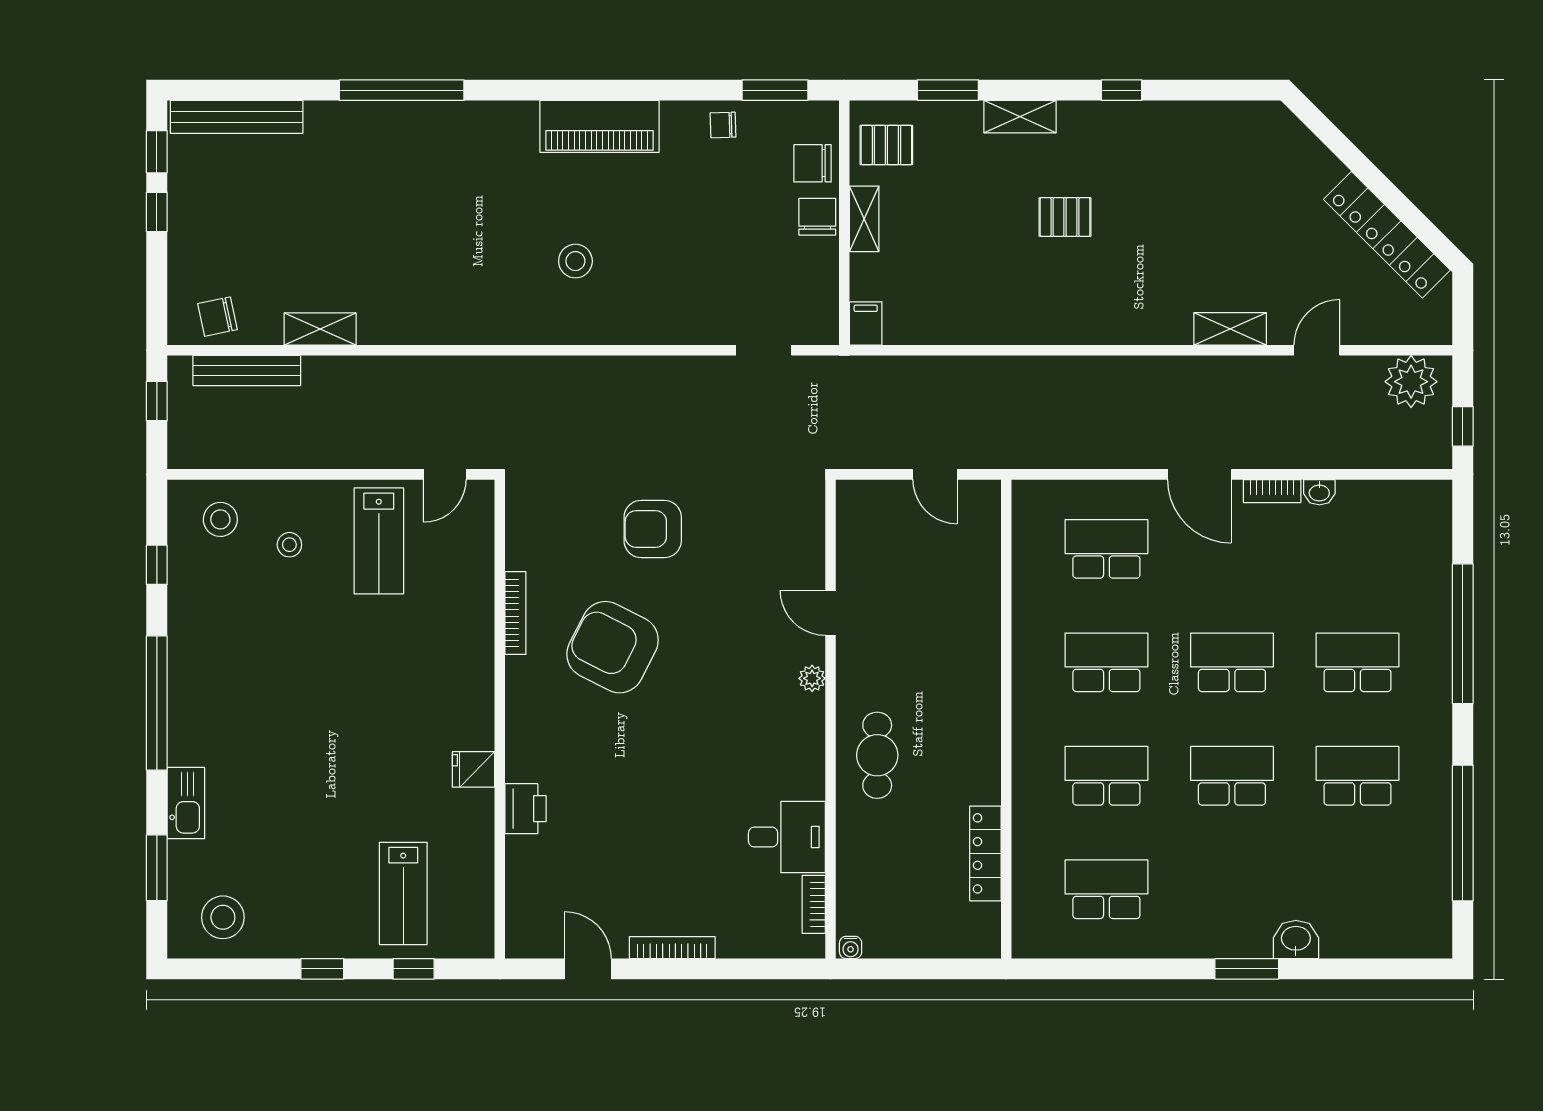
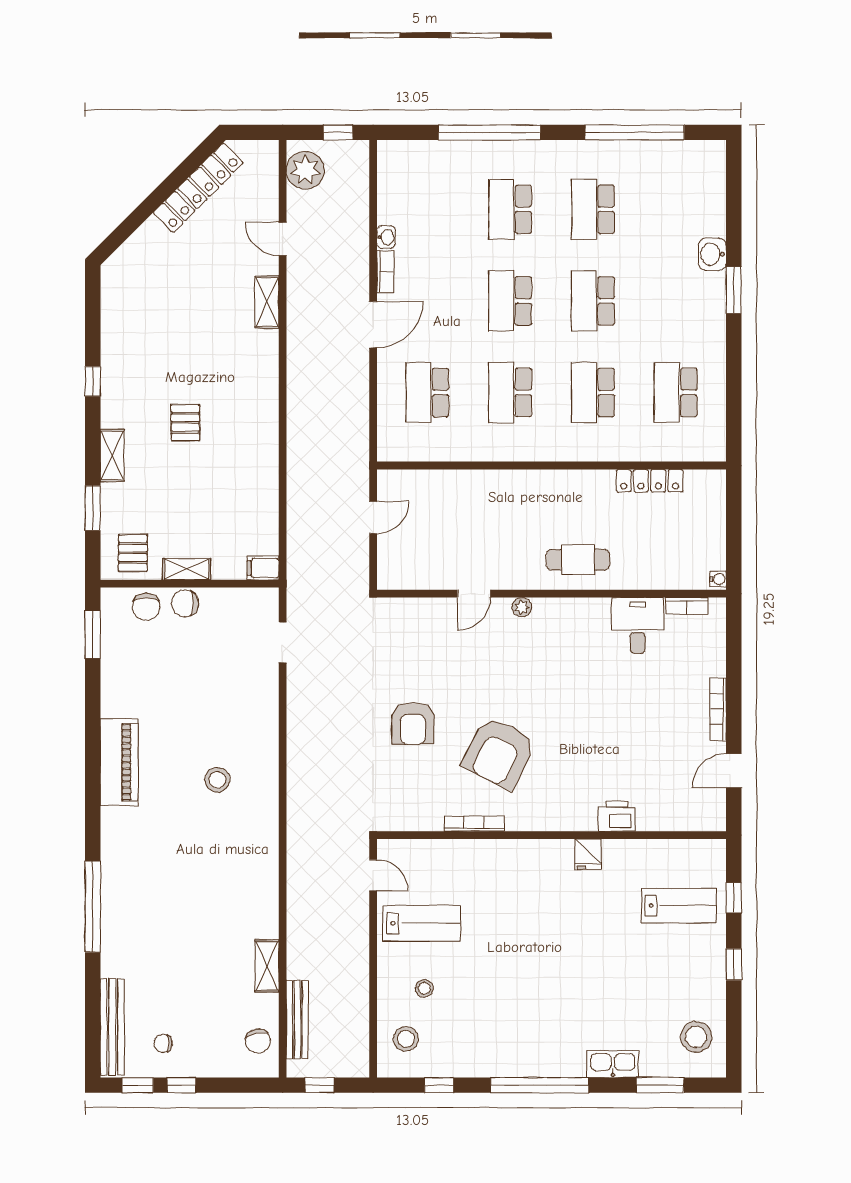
chair: (723, 125) -> (163, 1043), moved, turned 92

